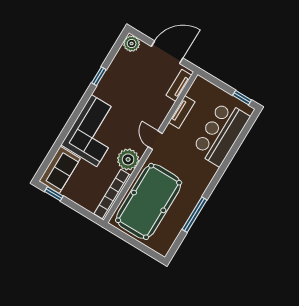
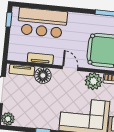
floor lamp: (161, 106) -> (43, 75), added
door: (155, 140) -> (70, 68), swing flipped

